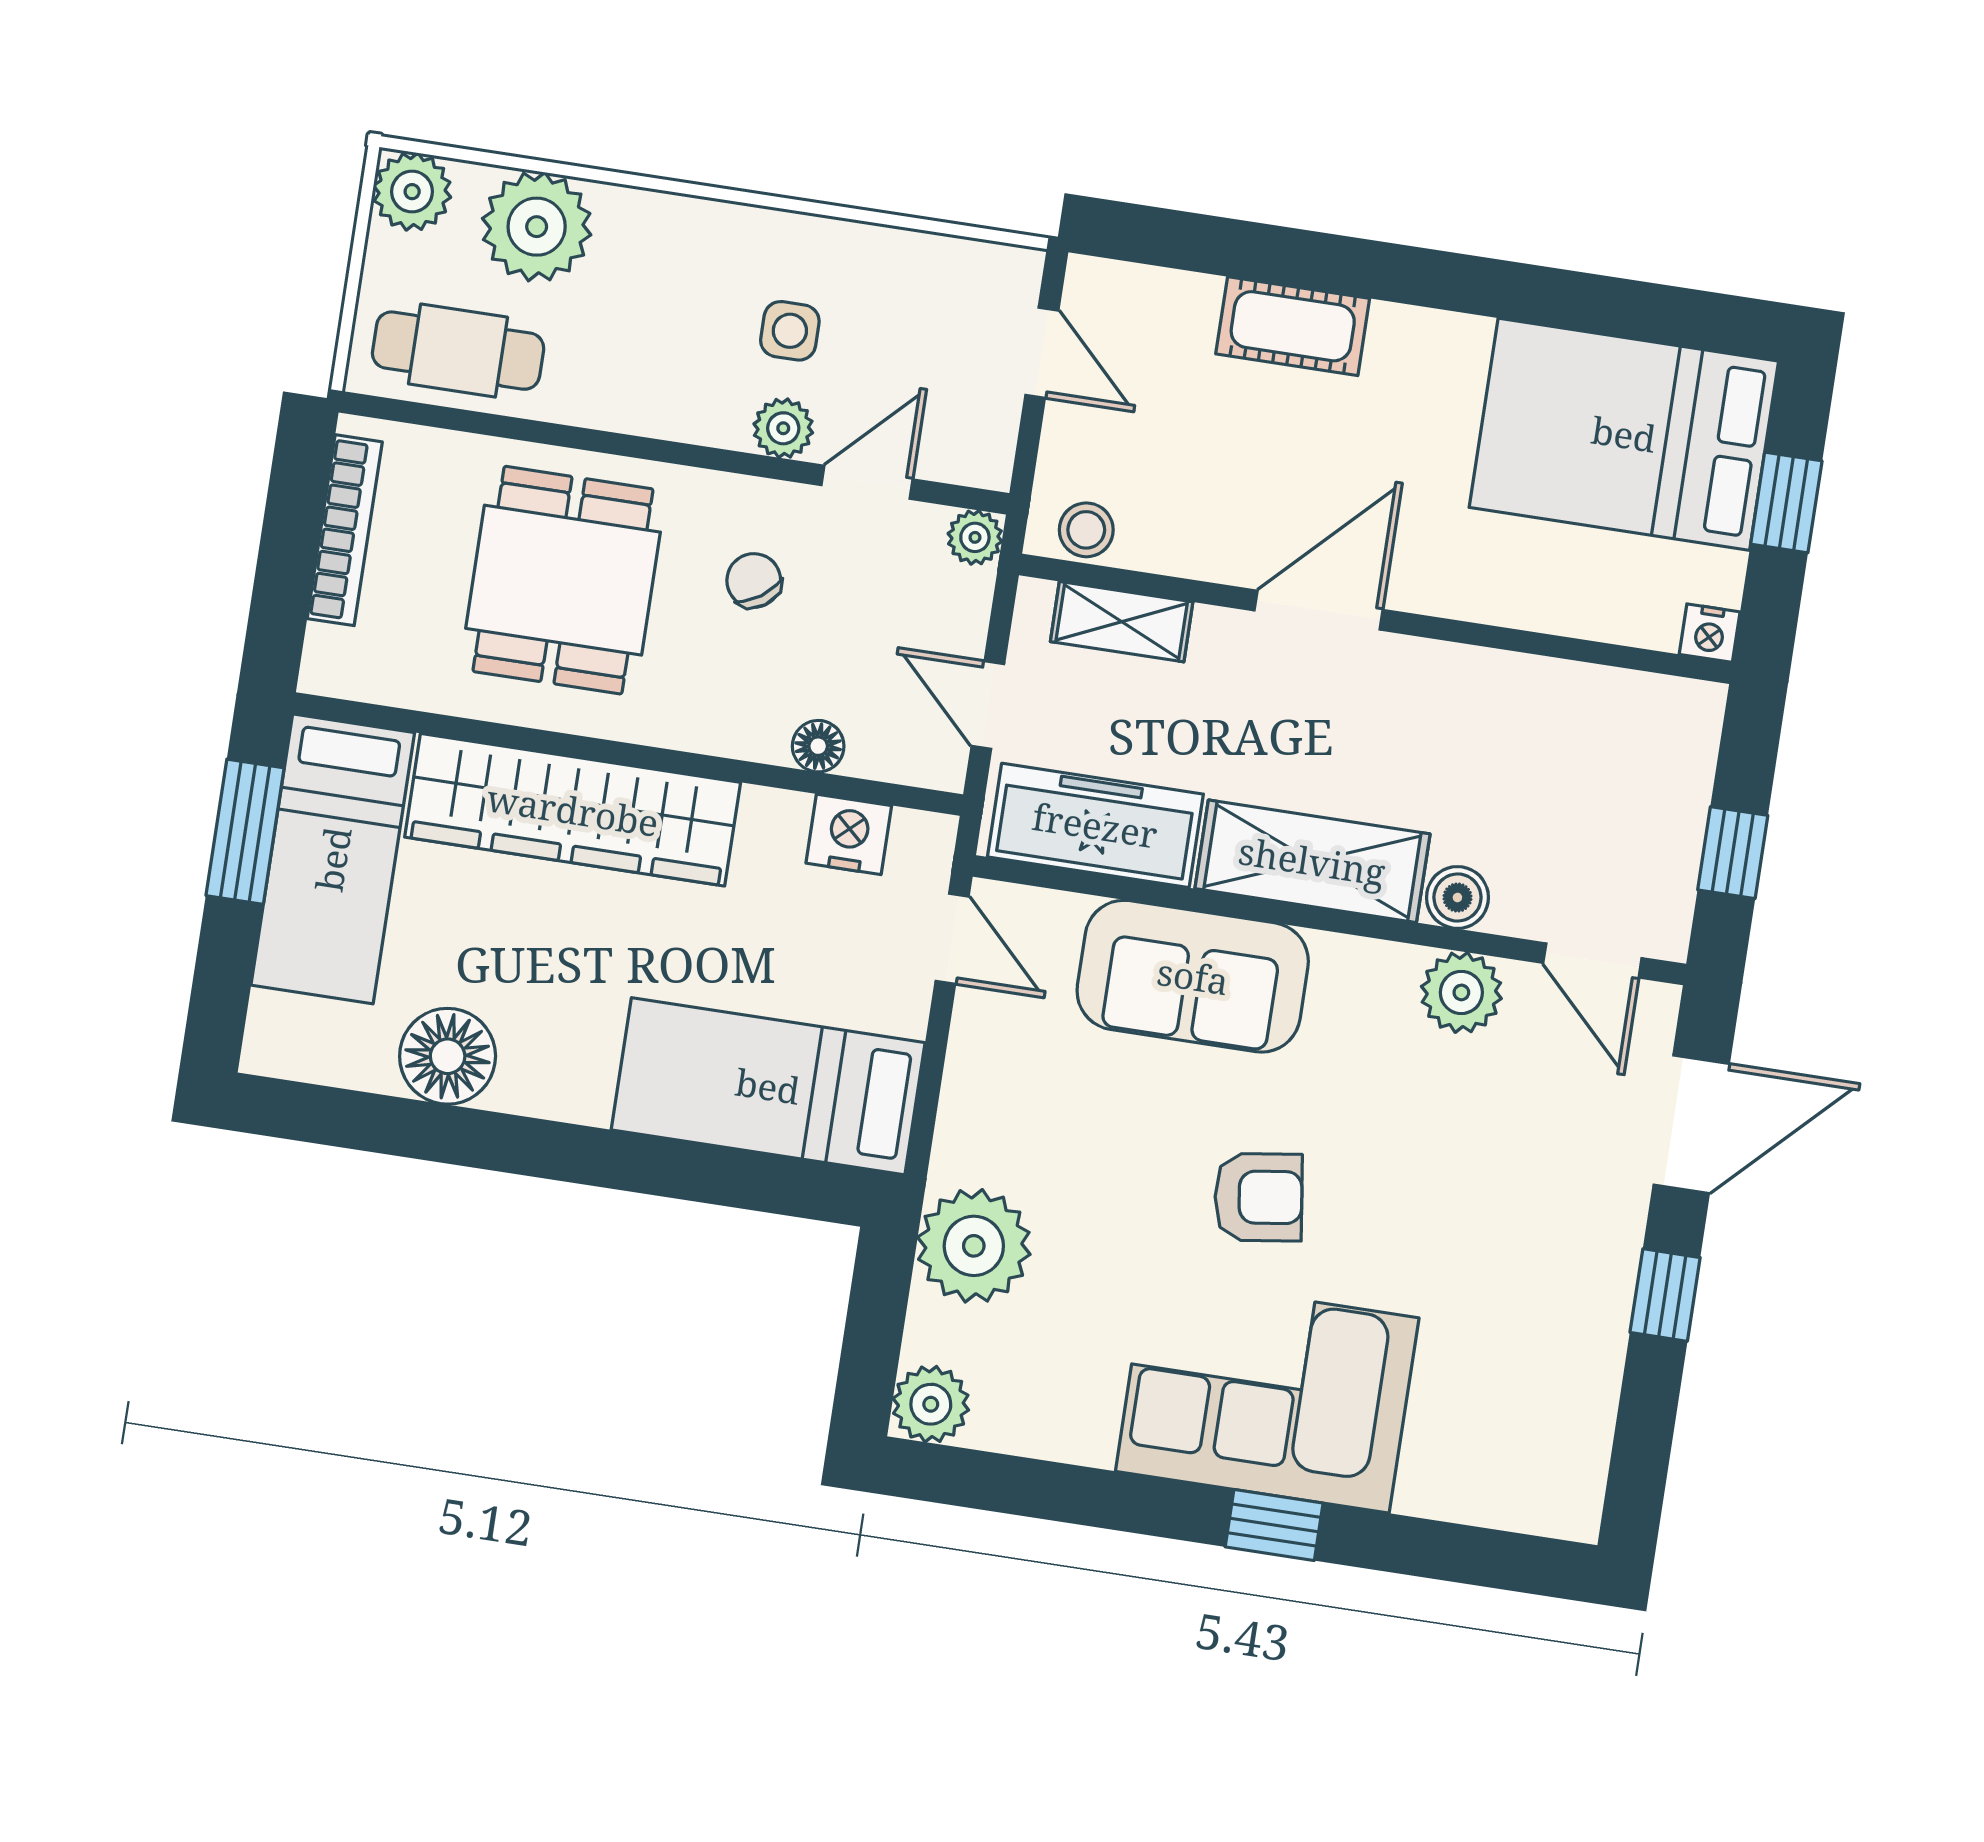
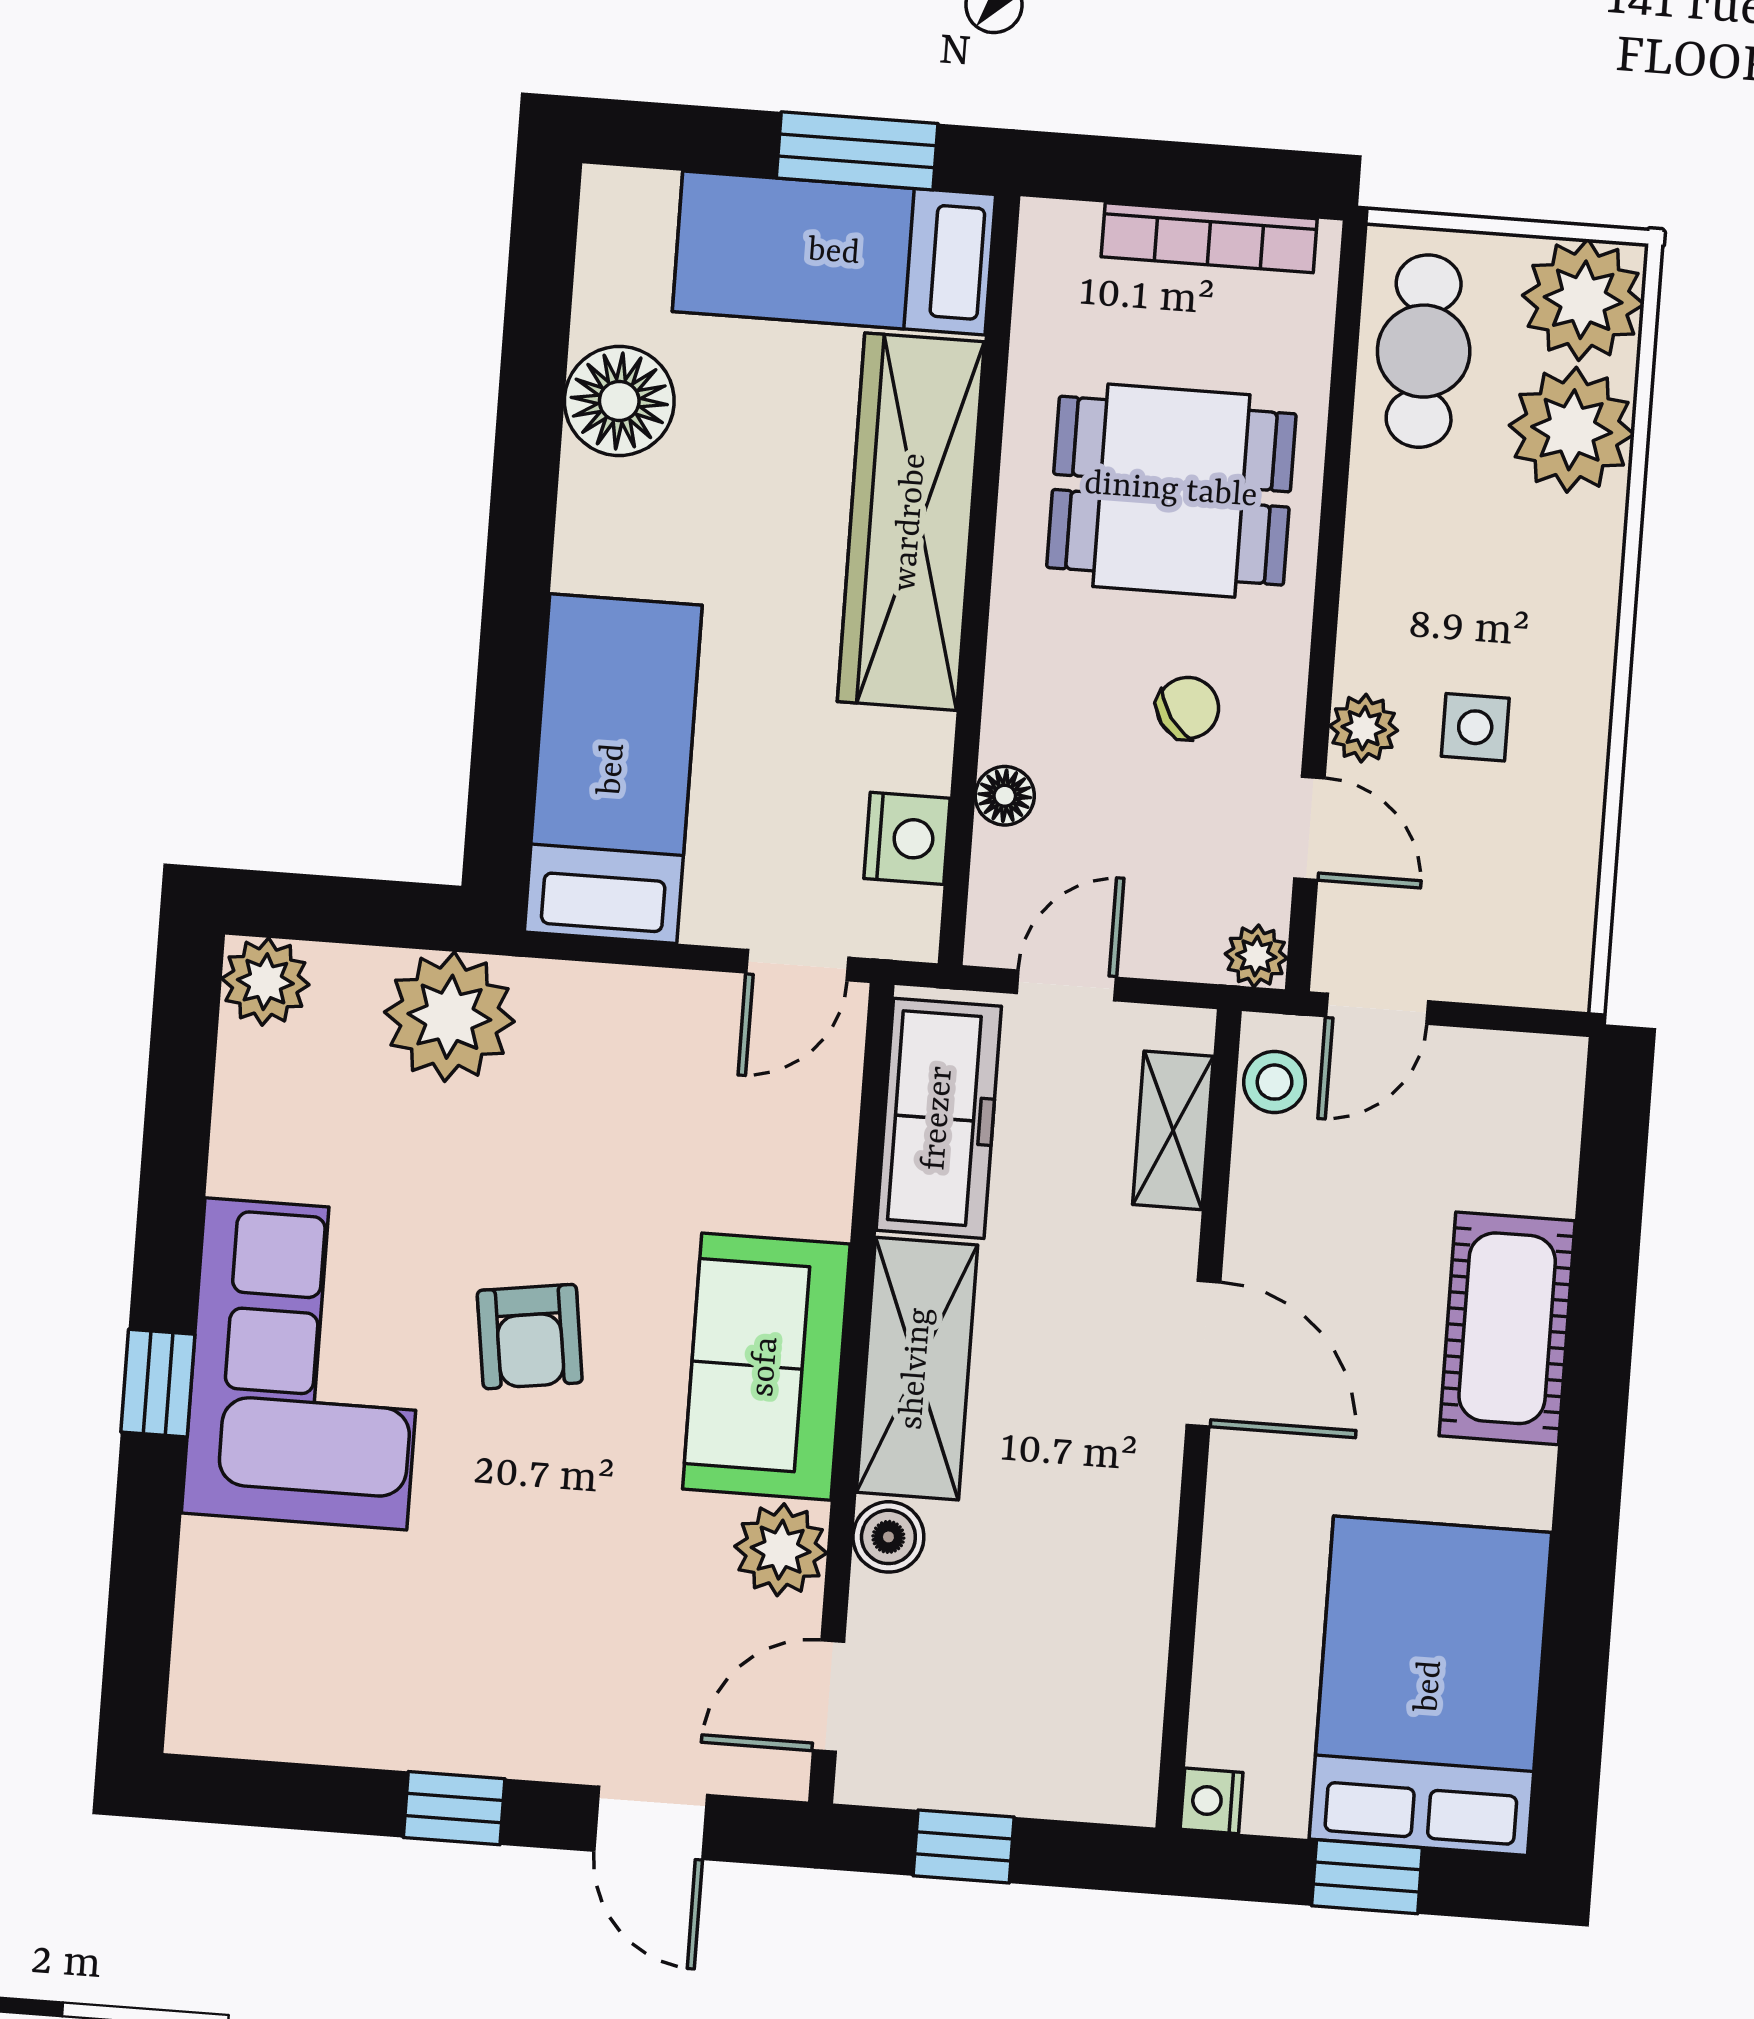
plant: (412, 192) -> (1583, 300), width x1.36, depth x1.36
cot: (1293, 326) -> (1507, 1328), width x1.37, depth x1.34
door: (1042, 353) -> (1377, 1009), moved
sofa: (1193, 976) -> (766, 1367), moved
door: (1691, 1124) -> (651, 1823), width x0.73

